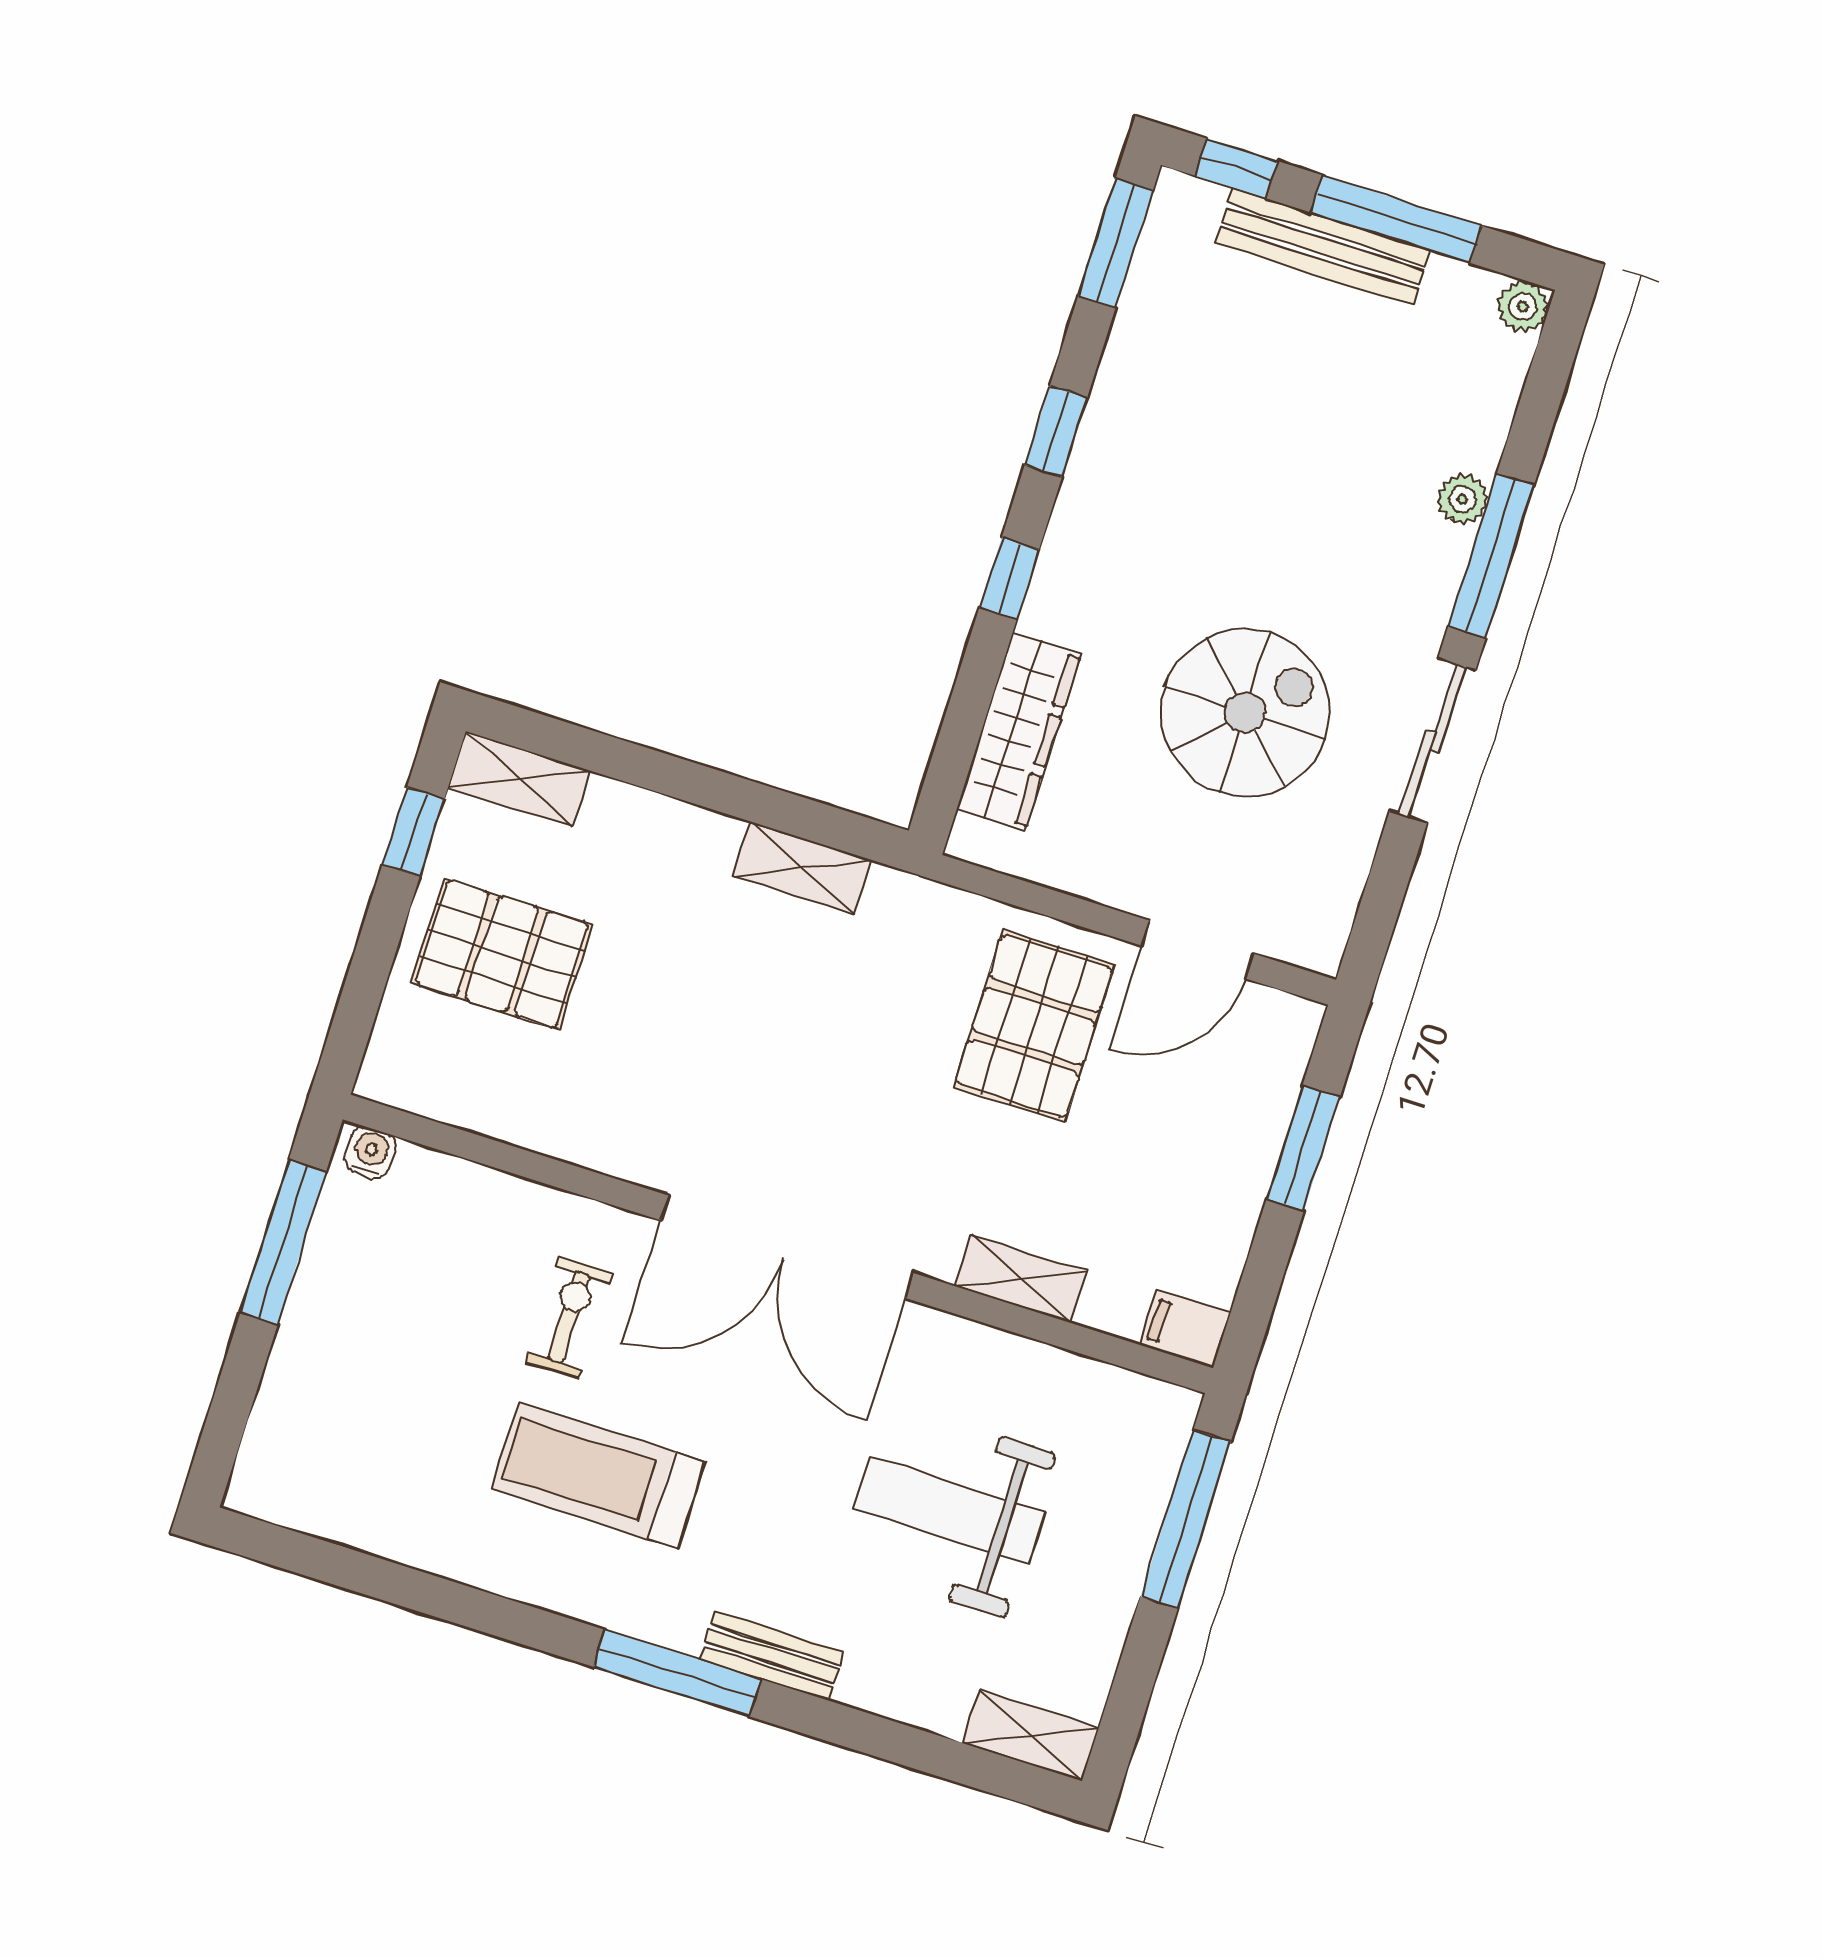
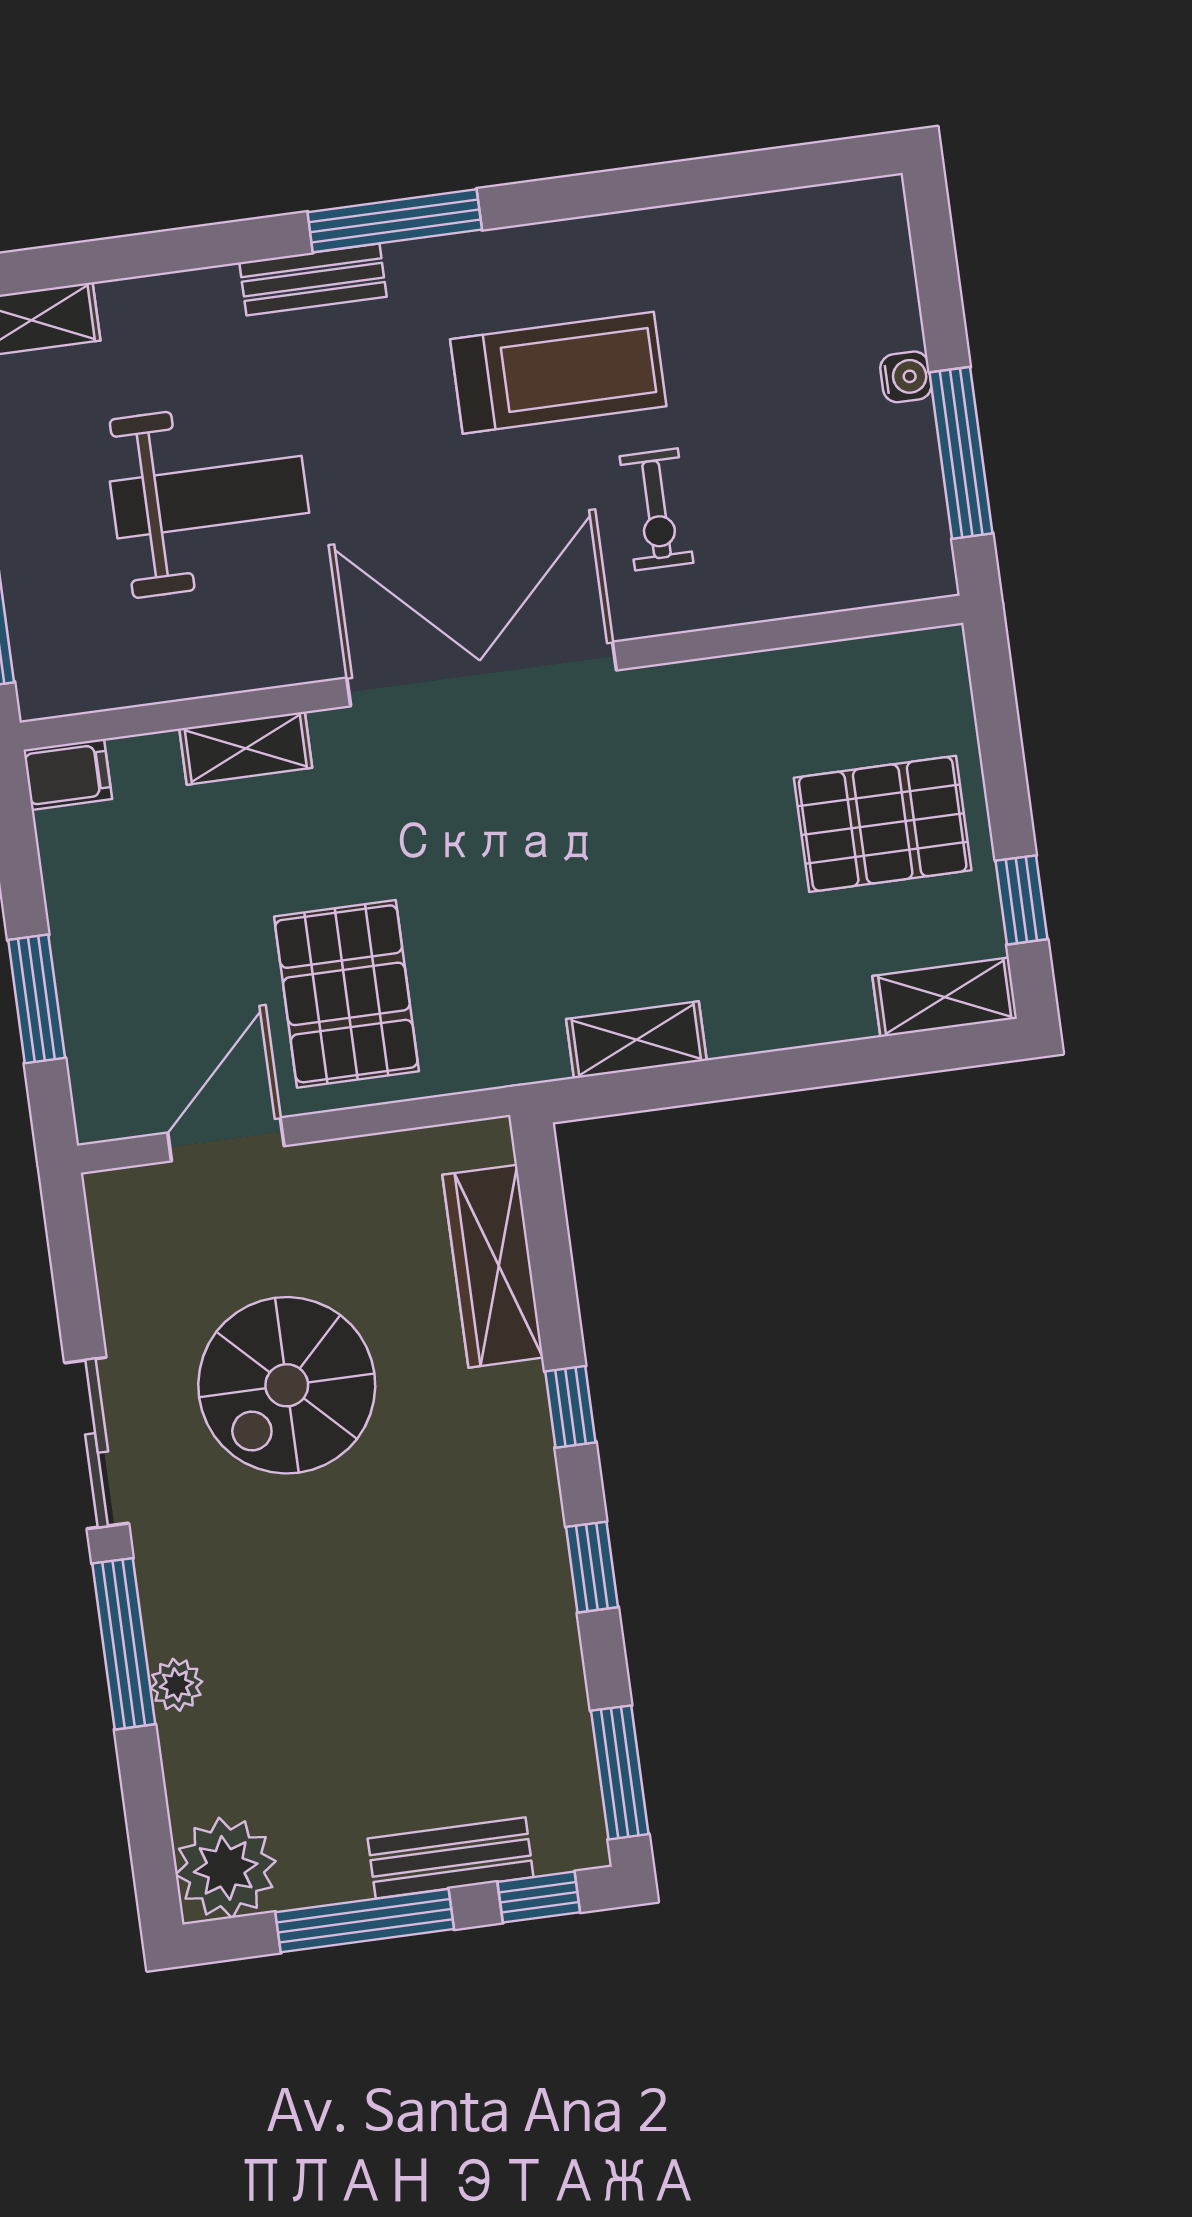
bench: (1323, 246) -> (451, 1858), width x0.73
plant: (1523, 307) -> (226, 1868), width x1.88, depth x1.88
water cooler: (370, 1152) -> (906, 377), moved, turned -90

